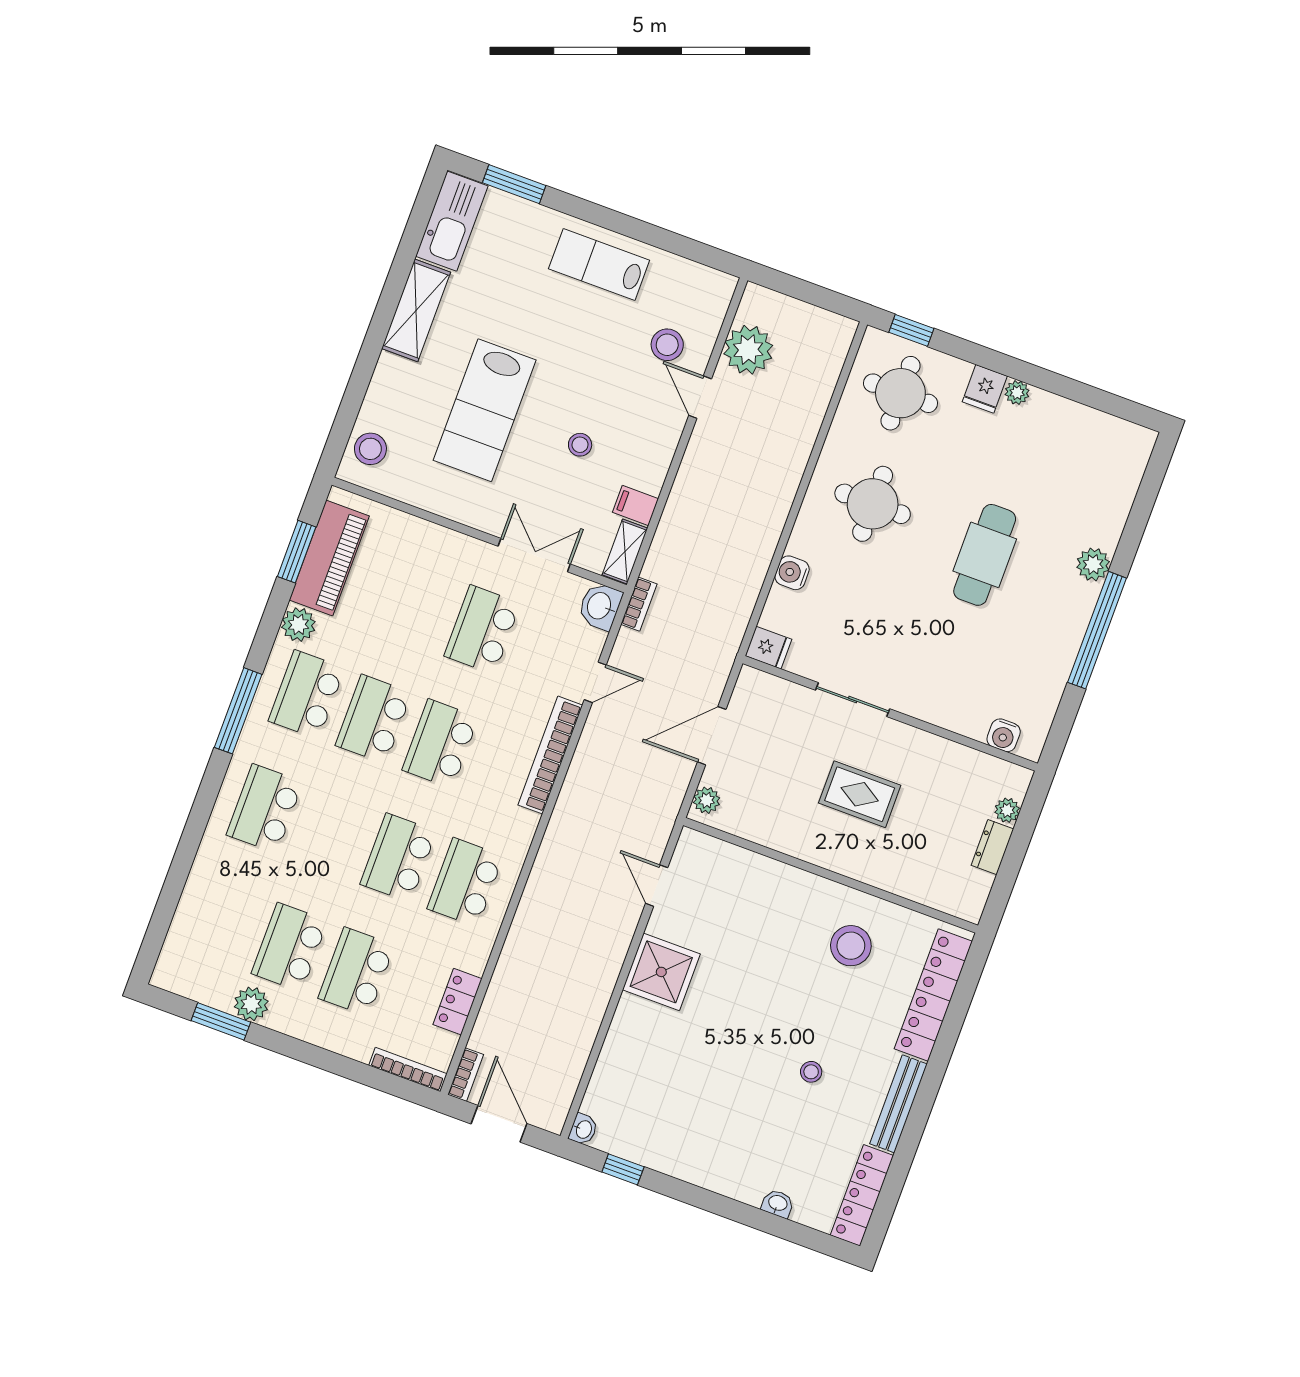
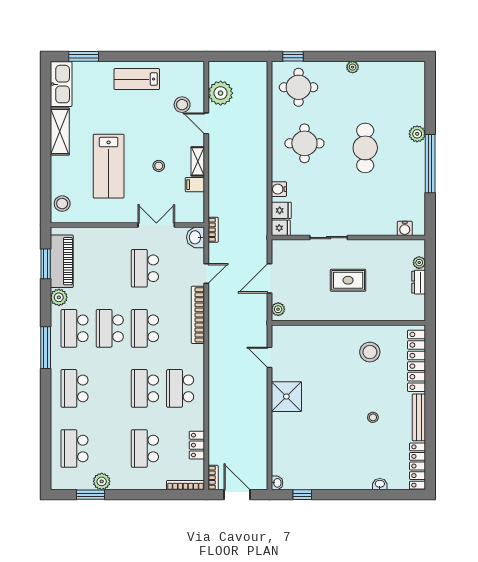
fridge: (985, 389) -> (281, 210), moved, turned -90
shelving: (625, 552) -> (198, 161), moved
school desk: (290, 947) -> (74, 448), moved

